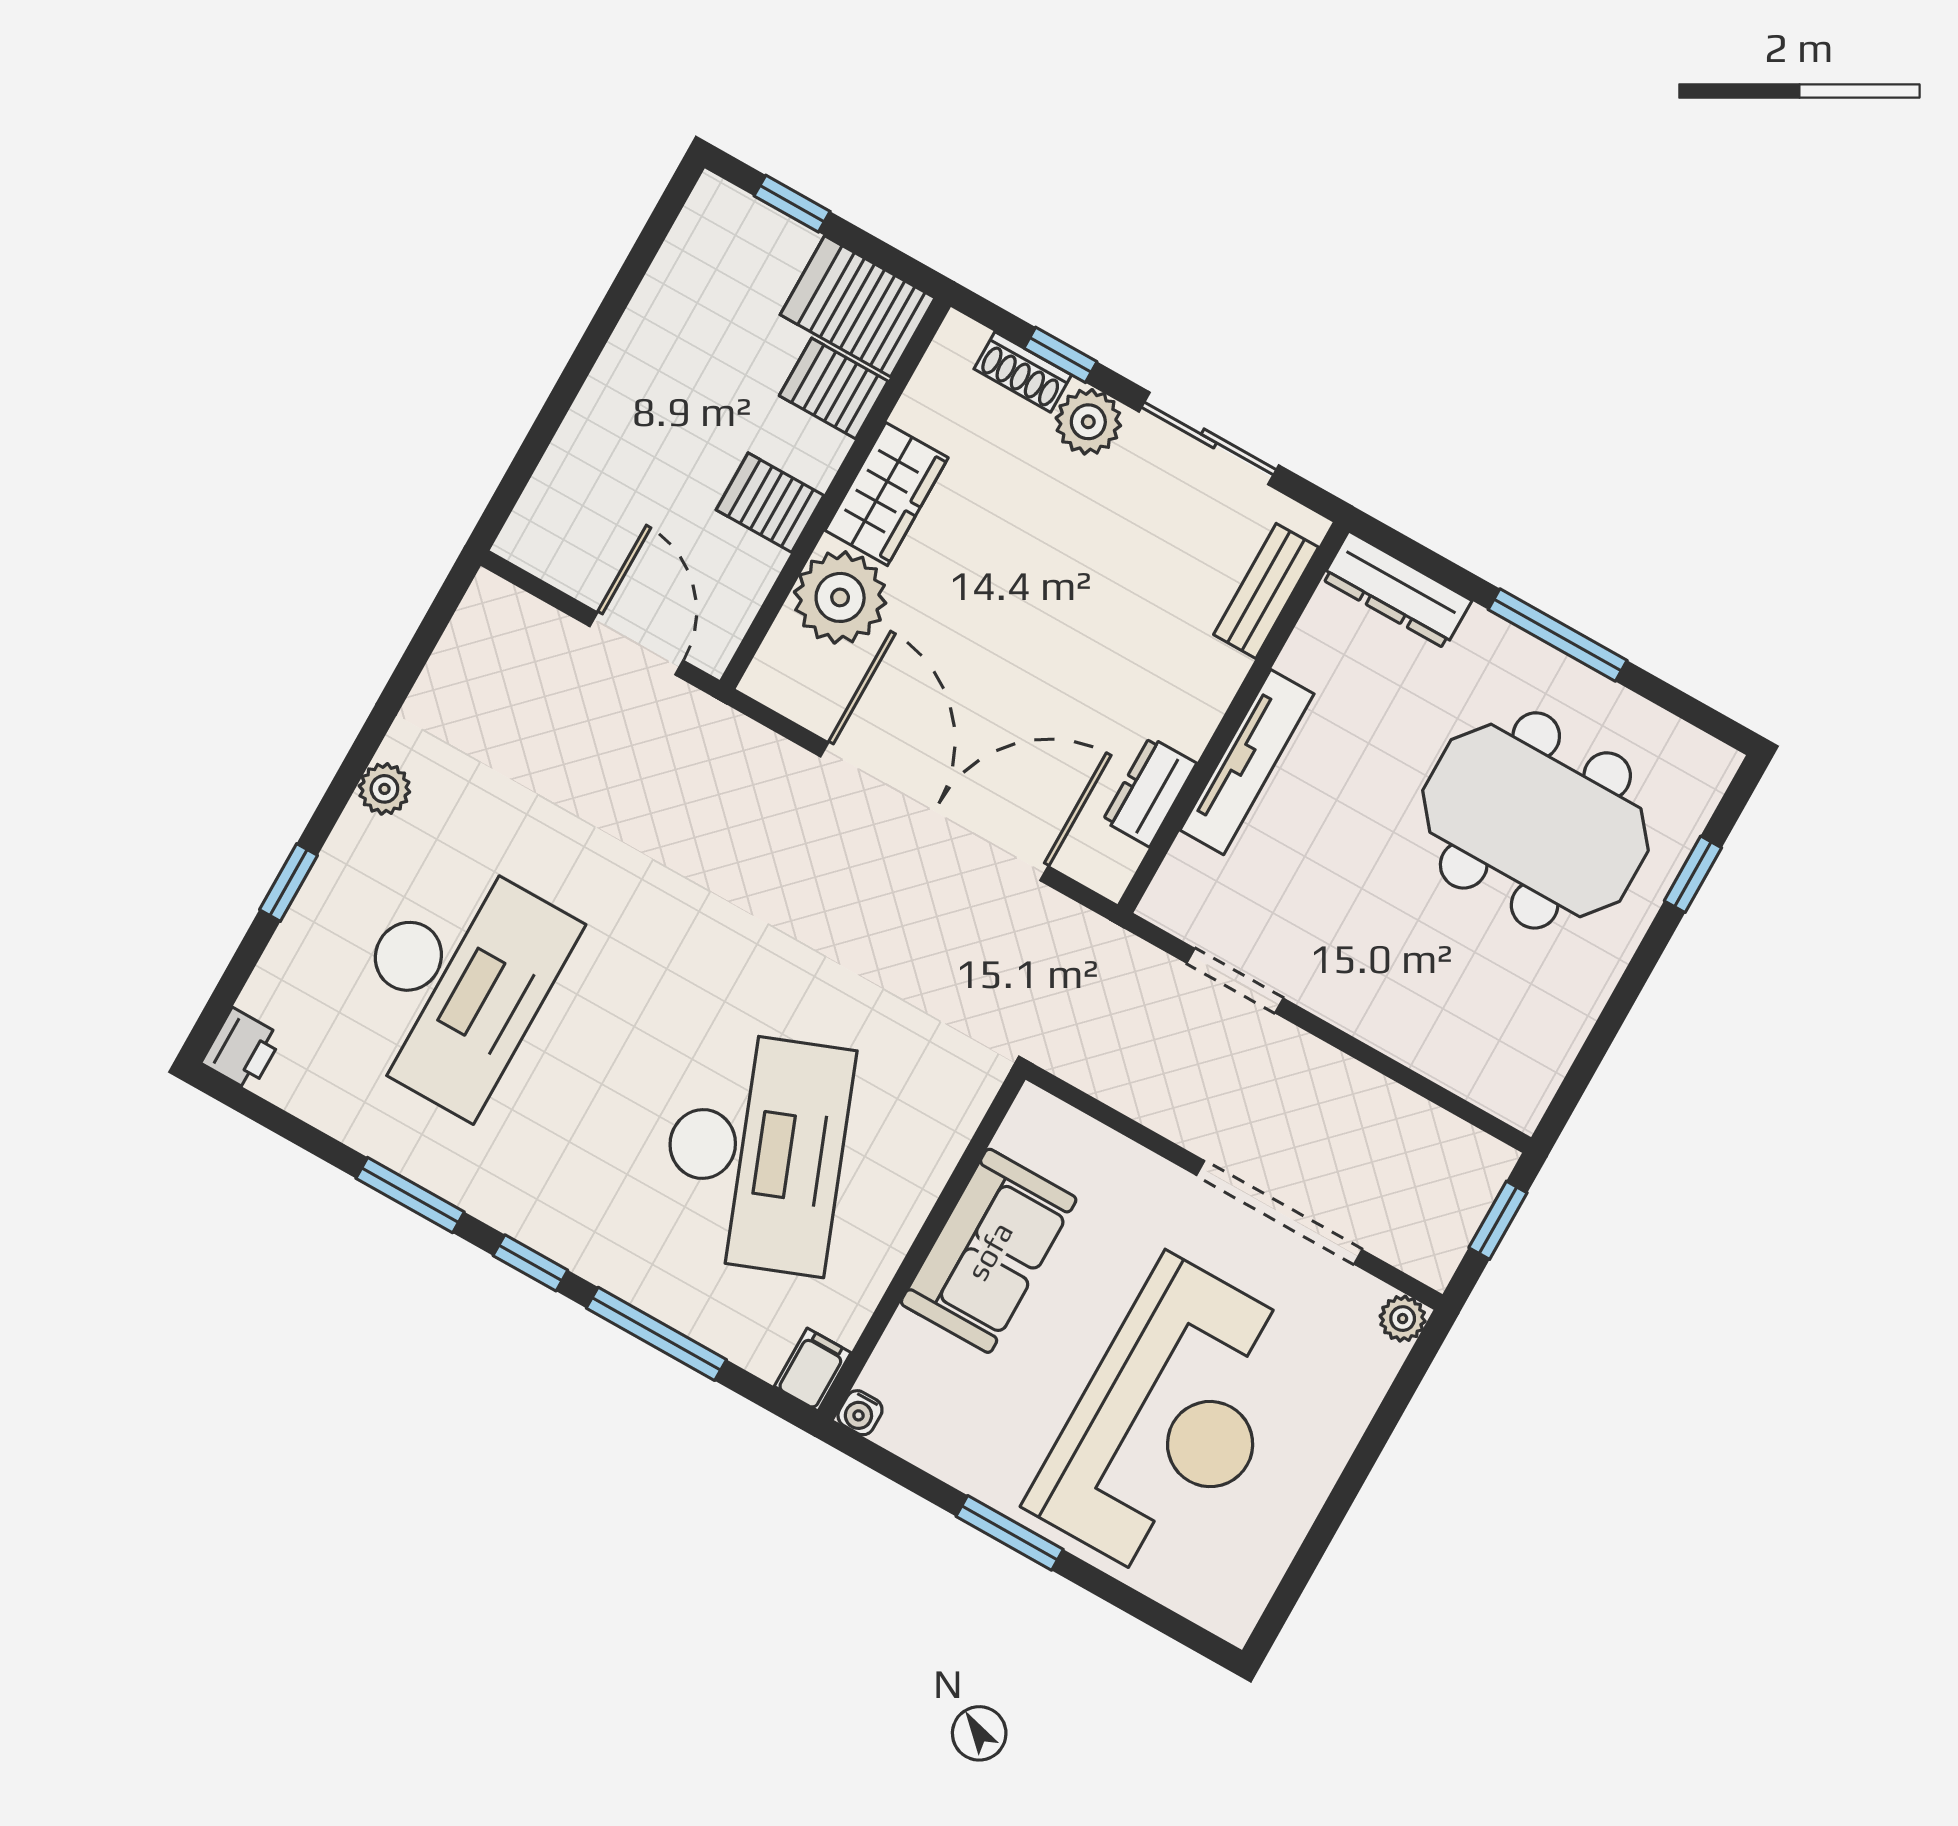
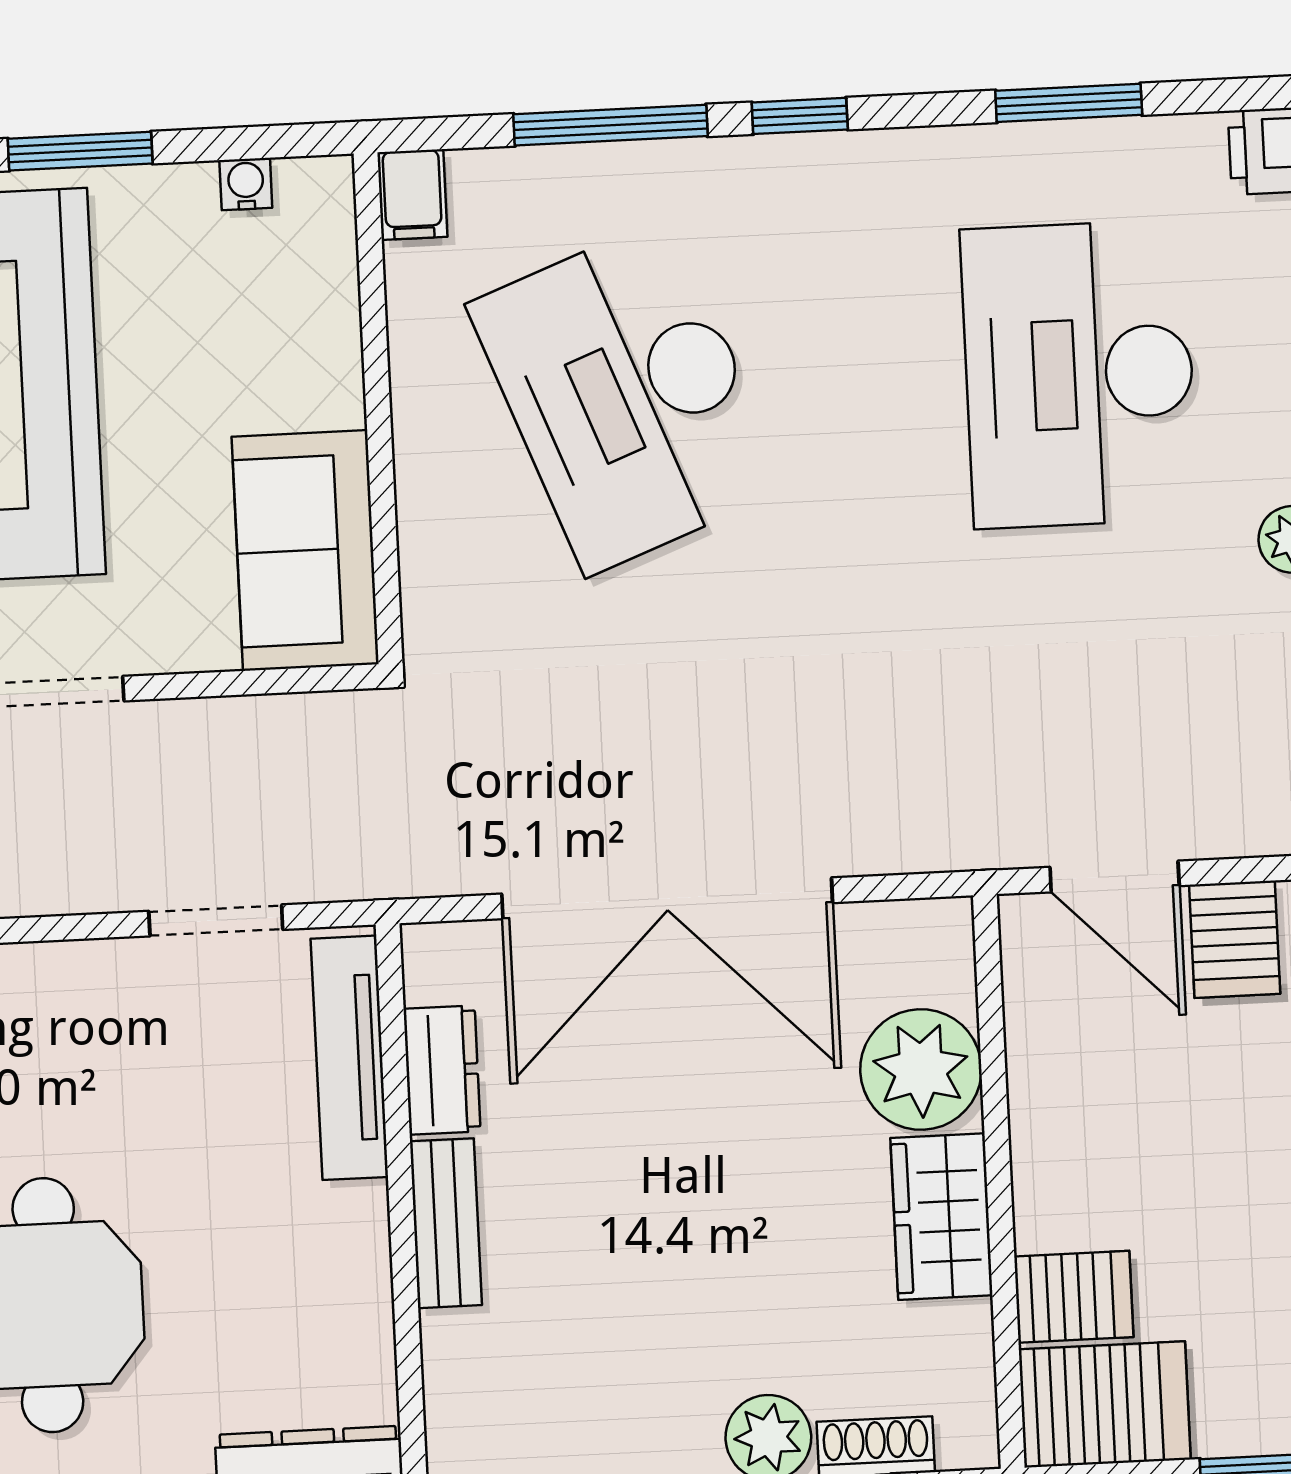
server rack: (770, 503) -> (1235, 939), moved, turned 90
bench: (1266, 591) -> (446, 1223), moved
tv unit: (1247, 762) -> (349, 1058), moved
window: (410, 1195) -> (1069, 103), moved
sofa: (989, 1251) -> (305, 550), moved
water cooler: (860, 1413) -> (246, 184), moved

